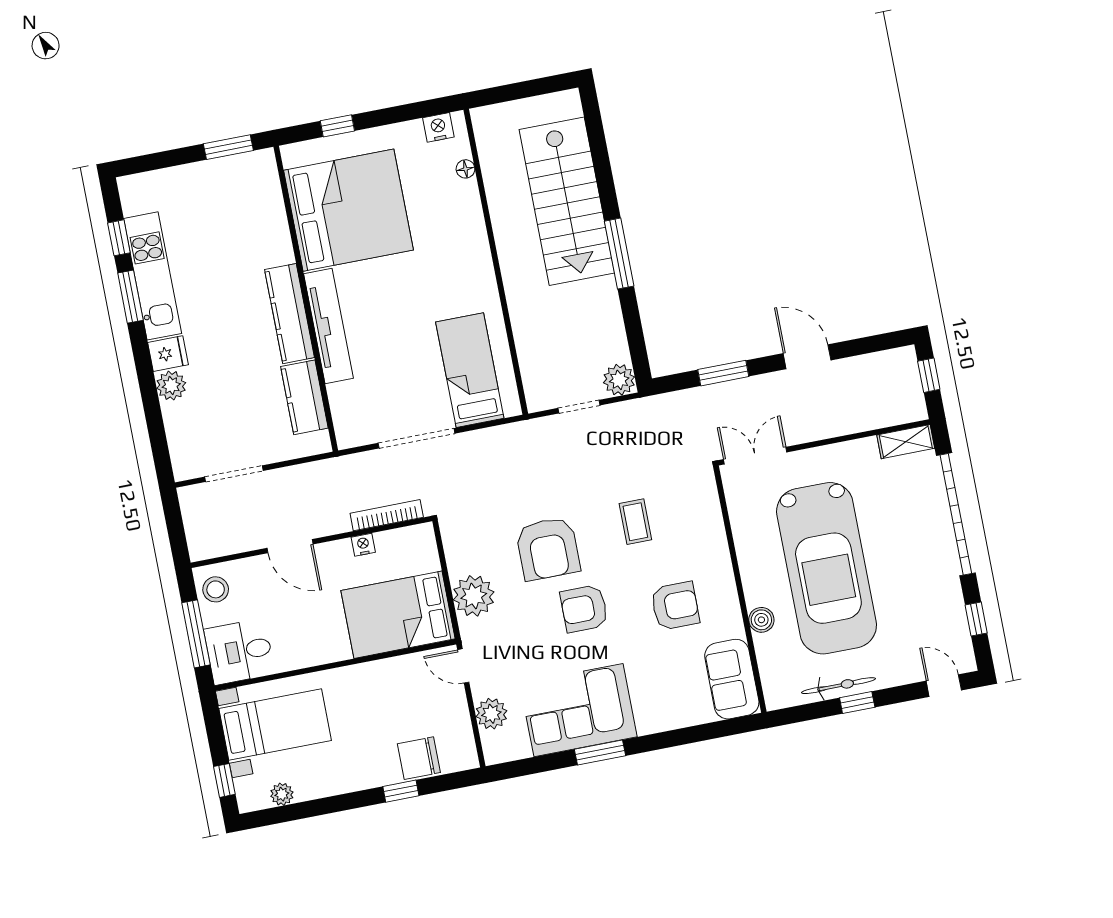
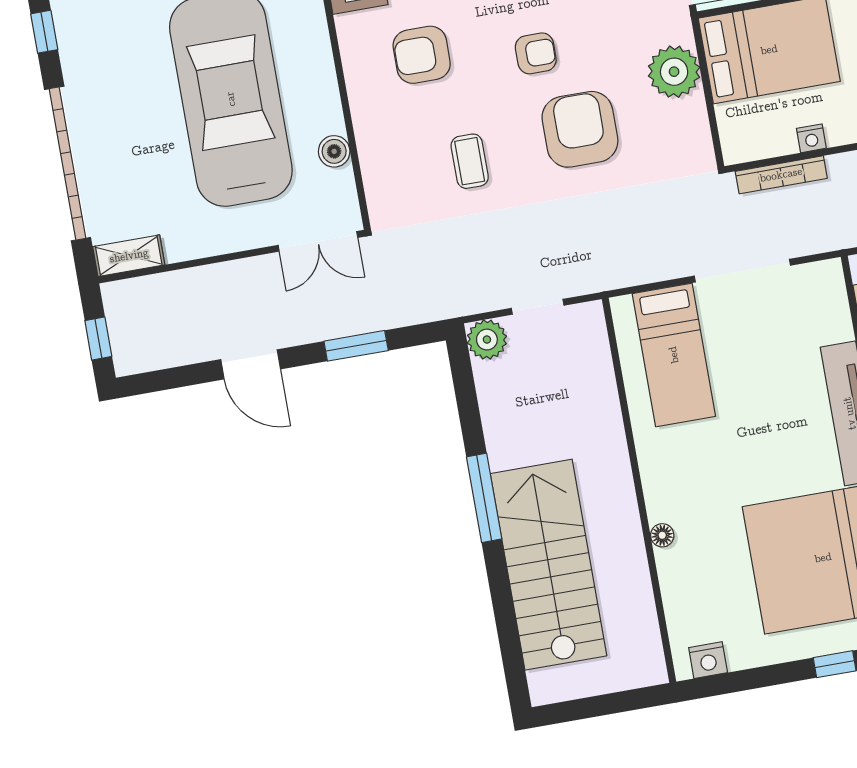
floor lamp: (465, 169) -> (662, 535), moved
armchair: (584, 609) -> (536, 53), width x0.72, depth x0.72
boiler: (761, 620) -> (334, 151), moved

